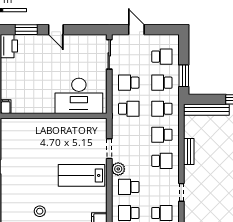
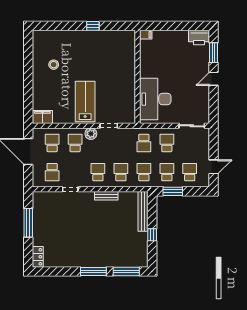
door: (136, 30) -> (214, 167), moved
school desk: (162, 57) -> (190, 172), turned 180
school desk: (162, 161) -> (98, 172), turned 180

